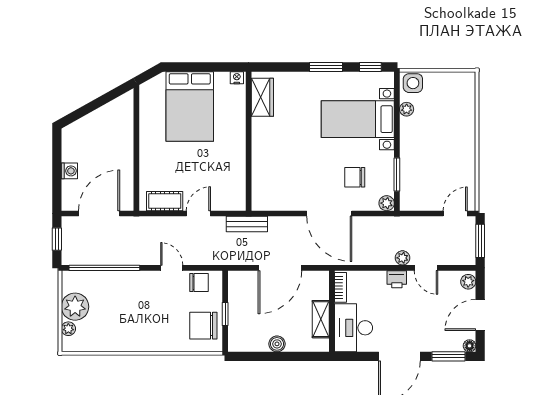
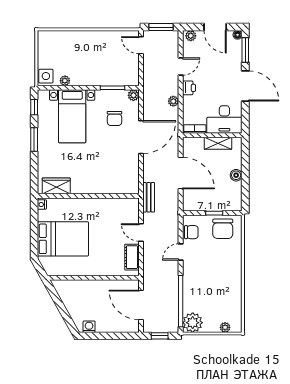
washing machine: (69, 171) -> (89, 327), moved
plant: (403, 258) -> (173, 101), moved
chair: (199, 283) -> (191, 232), turned 90
plant: (75, 307) -> (193, 323), moved

